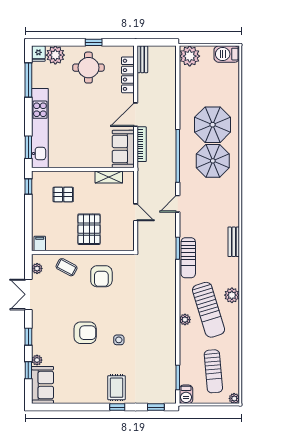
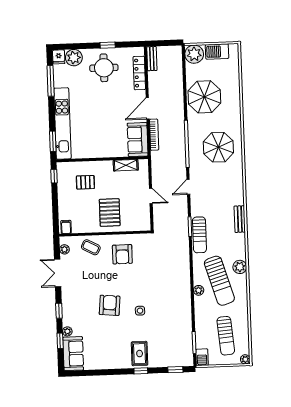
barbecue: (227, 54) -> (217, 51), moved
parasol: (213, 125) -> (204, 97), moved
armchair: (85, 333) -> (110, 305), turned -85

